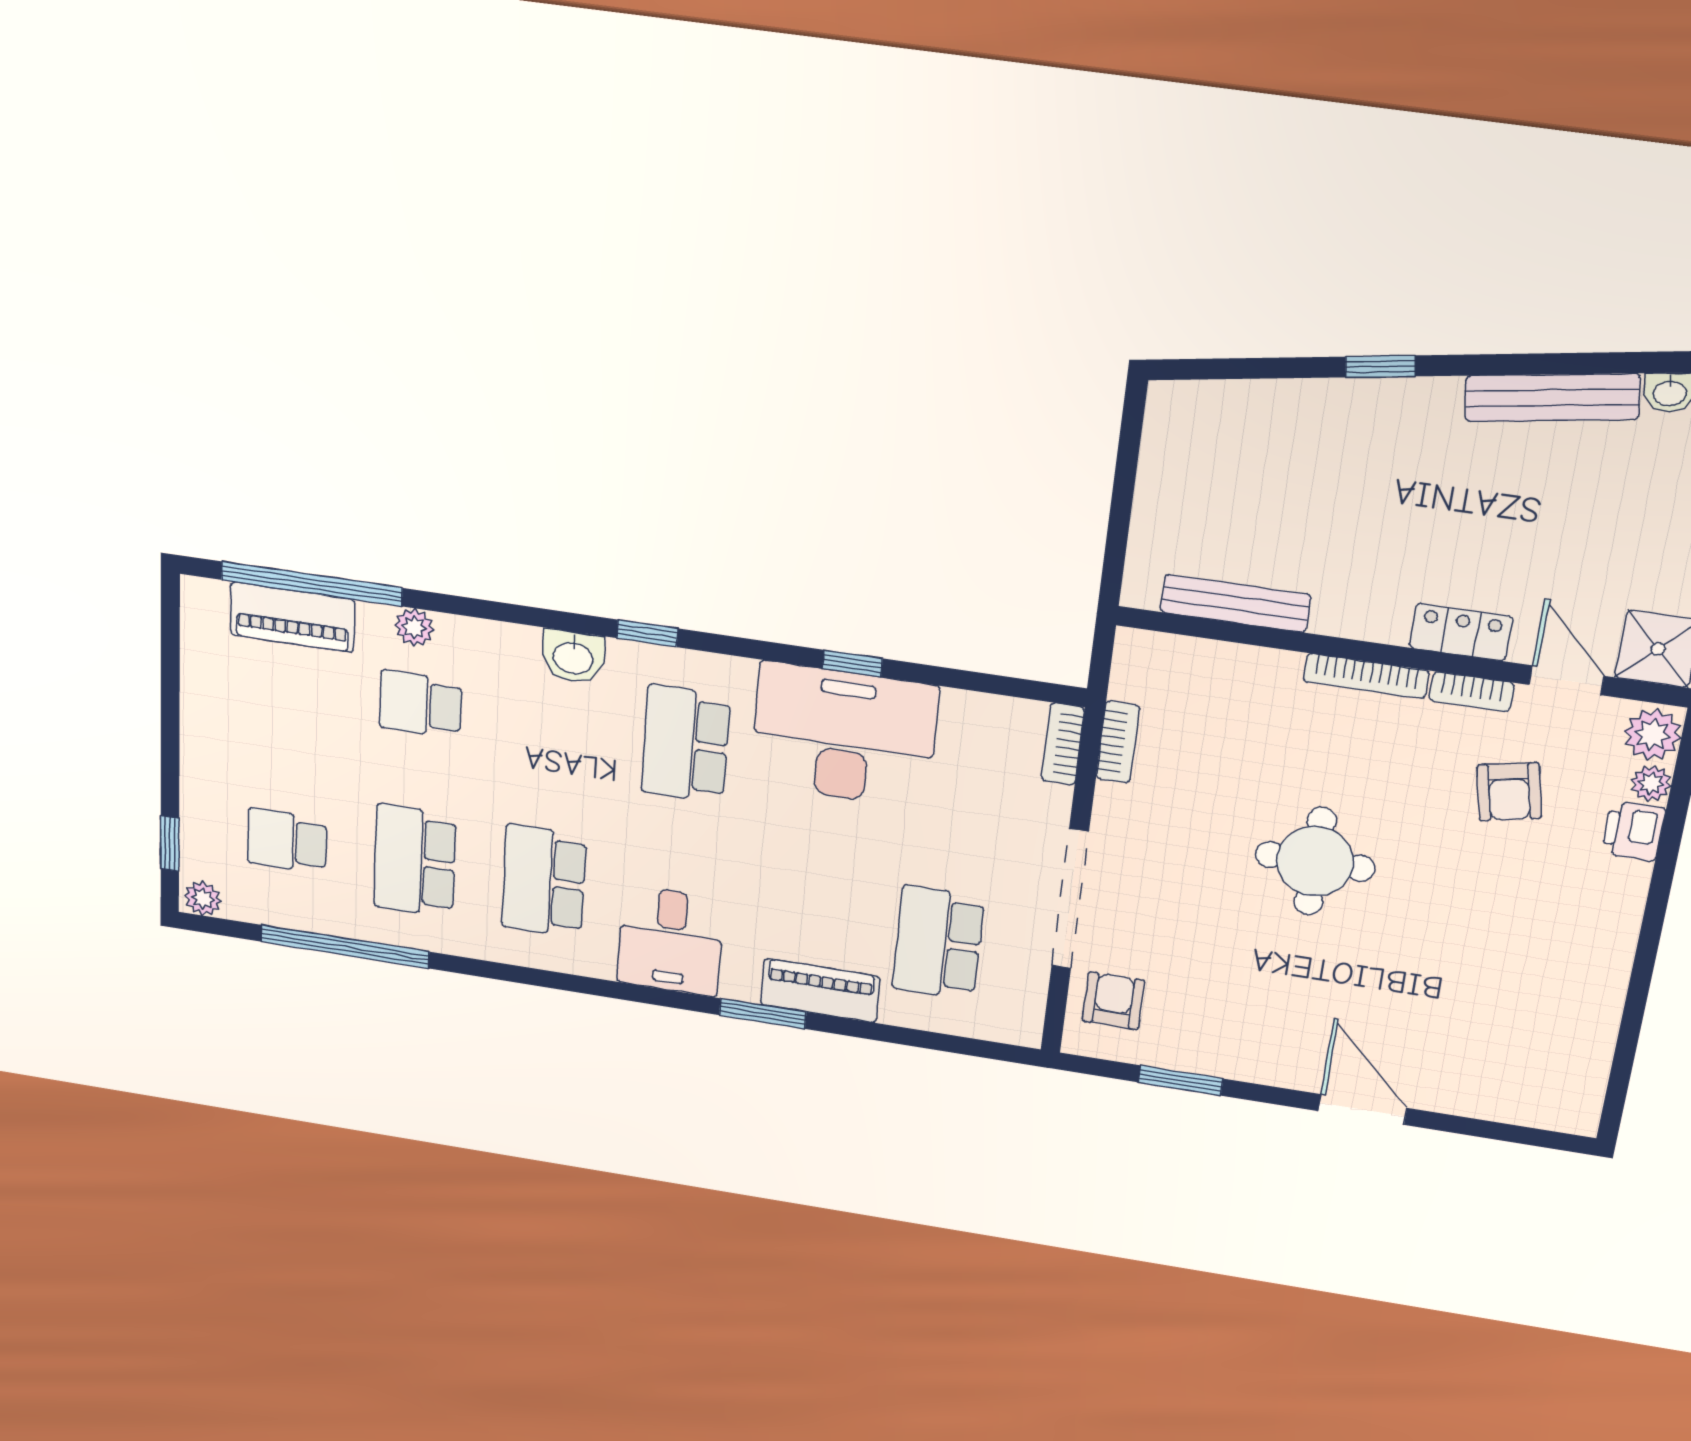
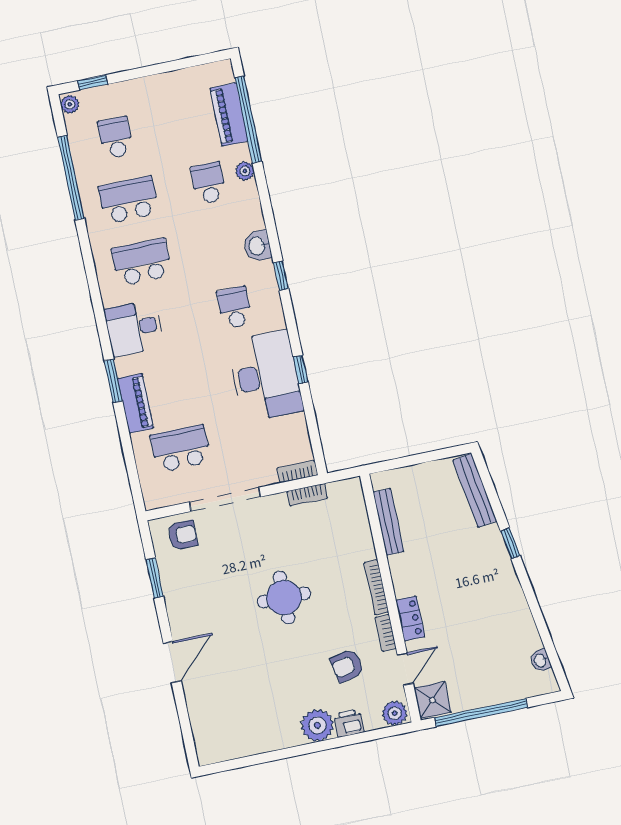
bench: (1552, 398) -> (475, 490), moved
school desk: (686, 744) -> (235, 308), width x0.54
plant: (1651, 783) -> (317, 725), moved, width x1.88, depth x1.88

